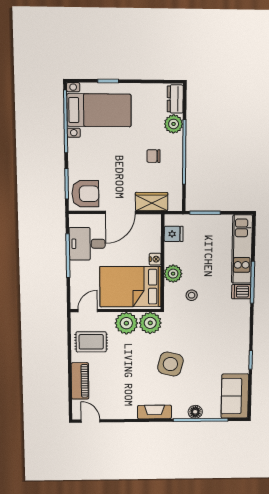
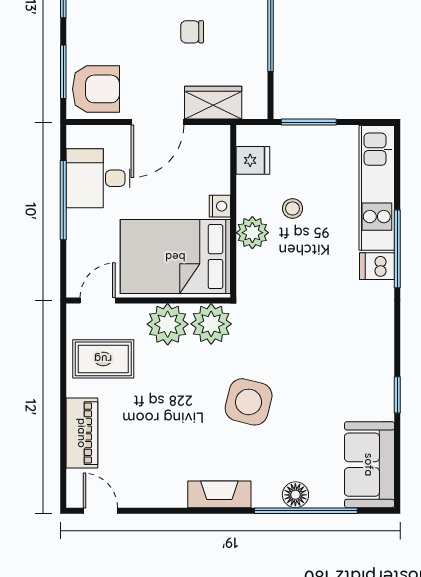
chair: (154, 156) -> (192, 32), moved
stool: (192, 295) -> (293, 208), moved

